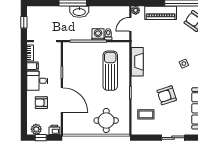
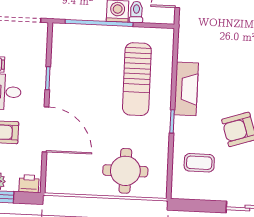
fireplace: (137, 62) -> (186, 89), moved
sun lounger: (110, 71) -> (137, 79), turned 180

